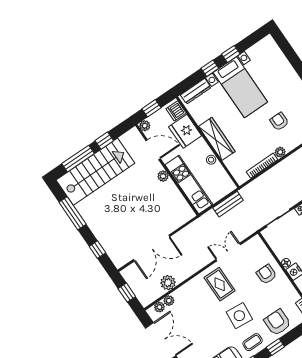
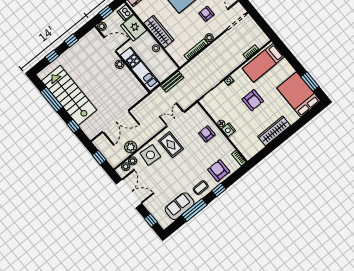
window: (78, 159) -> (52, 56), width x0.46
stairs: (95, 172) -> (69, 95), moved, turned -90
side table: (239, 316) -> (150, 155), moved

